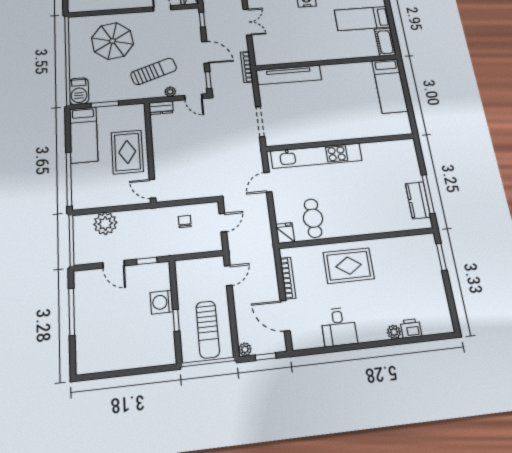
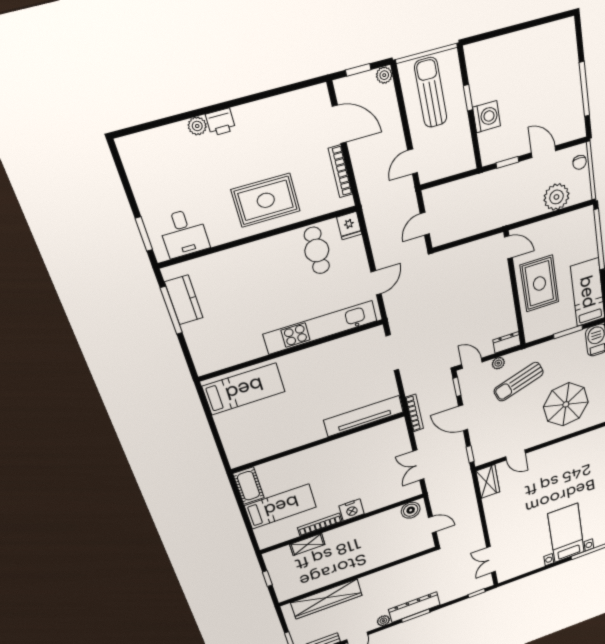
bed: (390, 86) -> (244, 389), moved, turned 90
chair: (185, 222) -> (580, 162), moved
desk: (339, 327) -> (184, 233), moved, turned 180
printer: (411, 328) -> (221, 122), moved

